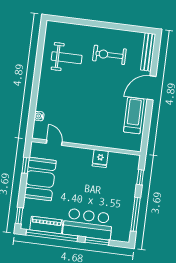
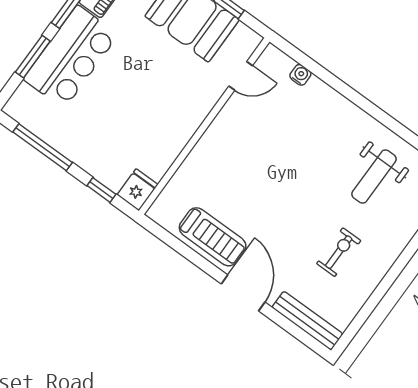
exercise bike: (109, 55) -> (339, 252), width x0.73, depth x0.72
fridge: (100, 159) -> (137, 190), moved, turned 90

